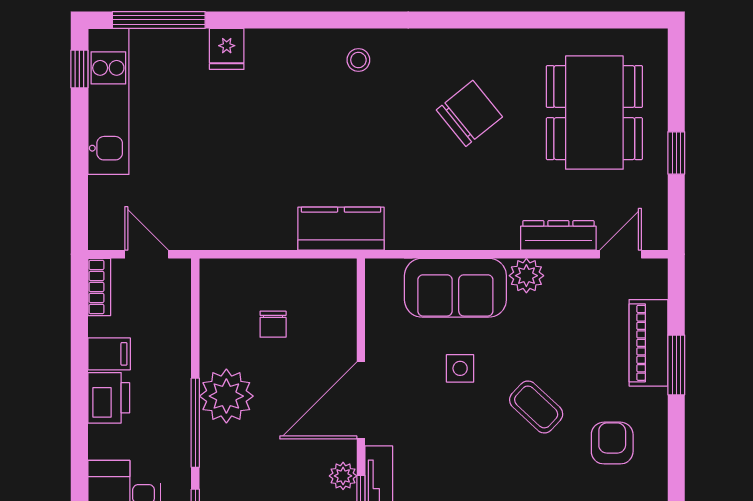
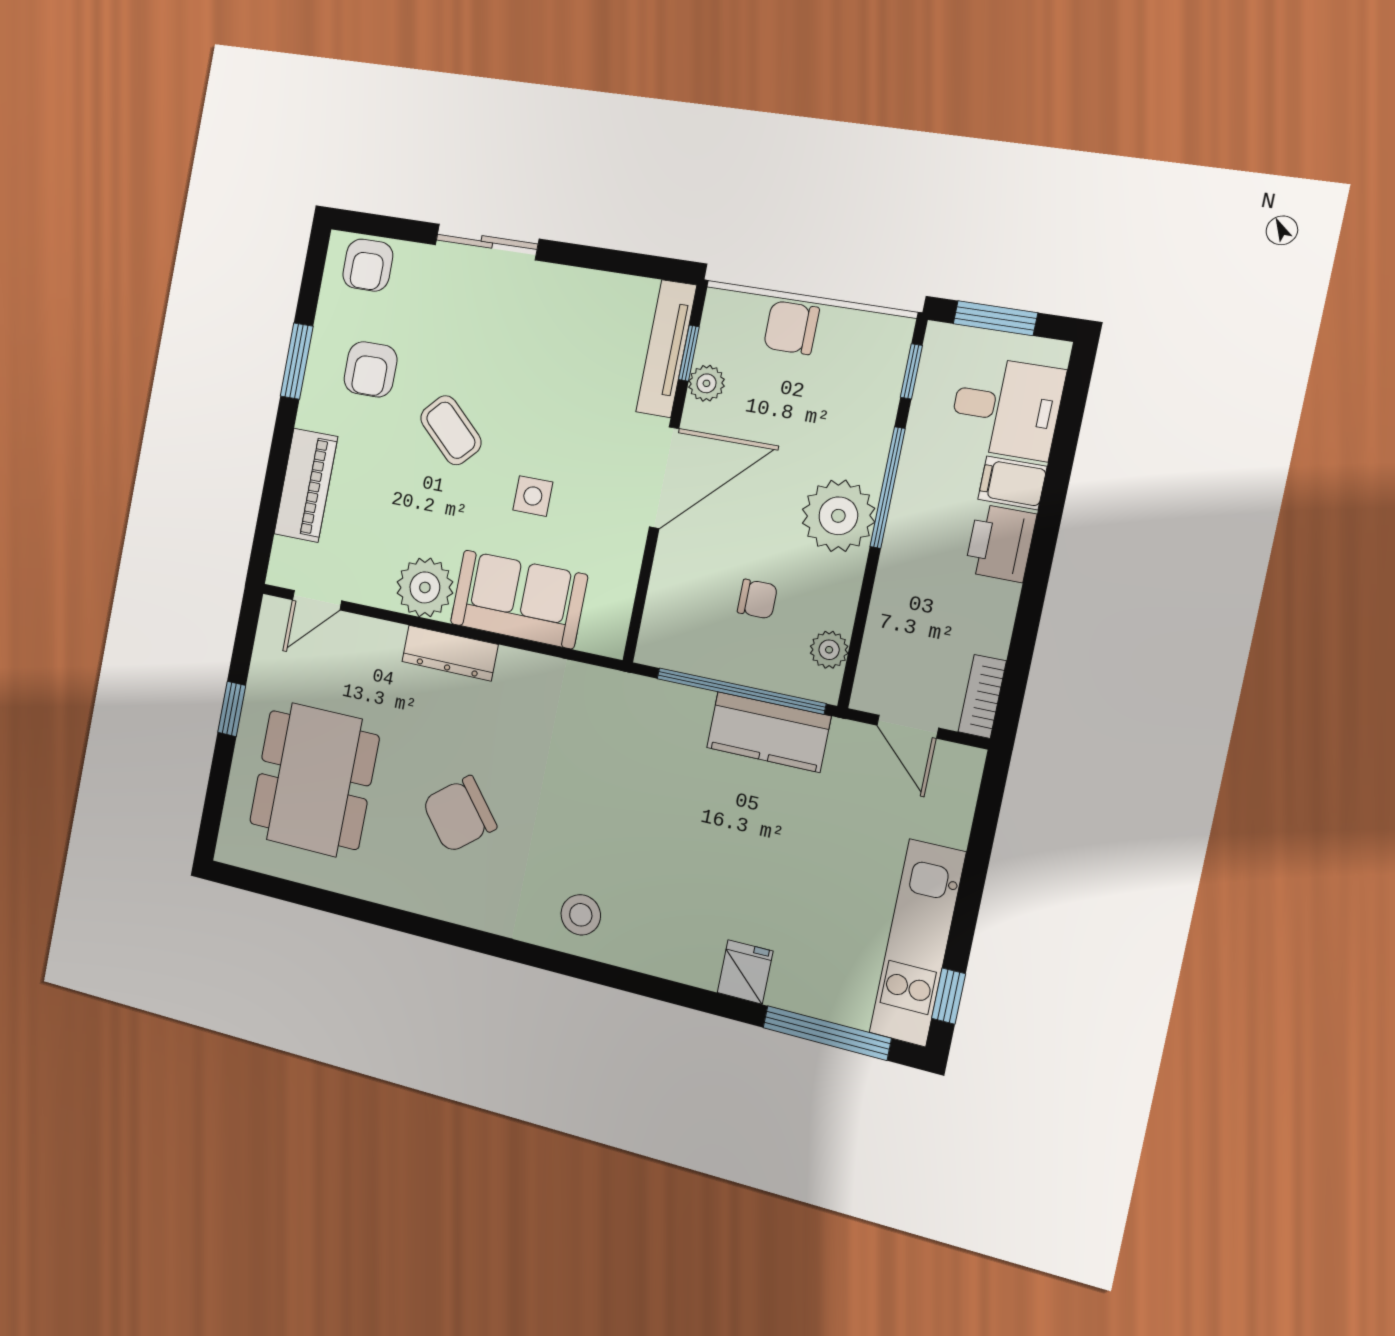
stool: (358, 60) -> (581, 915), width x1.37, depth x1.37
kitchen counter: (341, 229) -> (769, 732), moved
dresser: (558, 235) -> (450, 653), moved
window: (272, 254) -> (741, 691), added
plant: (526, 276) -> (425, 587), width x1.36, depth x1.36
plant: (213, 298) -> (829, 650), added
chair: (273, 324) -> (757, 599), turned 90
filing cabinet: (109, 354) -> (1012, 483), moved
window: (676, 365) -> (297, 361), moved

